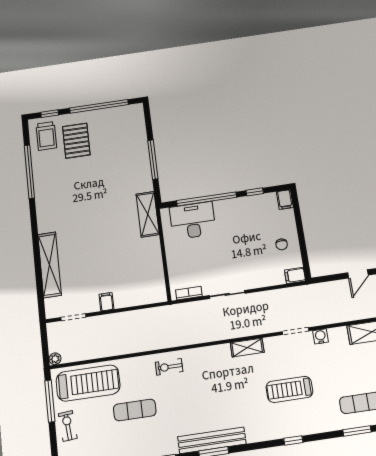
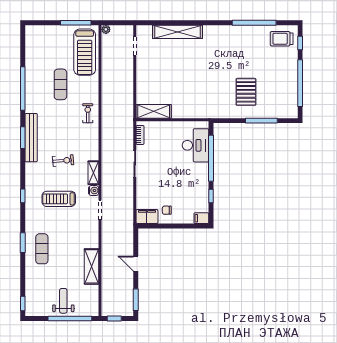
pallet: (76, 141) -> (246, 92), moved, turned 90
window: (153, 160) -> (261, 121), moved
shelving: (148, 214) -> (154, 111), moved
filing cabinet: (295, 275) -> (147, 216), width x2.00
filing cabinet: (106, 302) -> (143, 72), removed
water cooler: (320, 336) -> (94, 191), moved
treadmill: (289, 389) -> (59, 199), turned -90
exercise bike: (68, 426) -> (63, 161), moved

